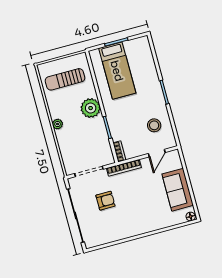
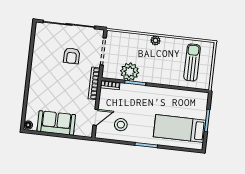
bed: (117, 71) -> (180, 129), moved
plant: (91, 108) -> (130, 72), moved
door: (157, 153) -> (96, 117), swing flipped

